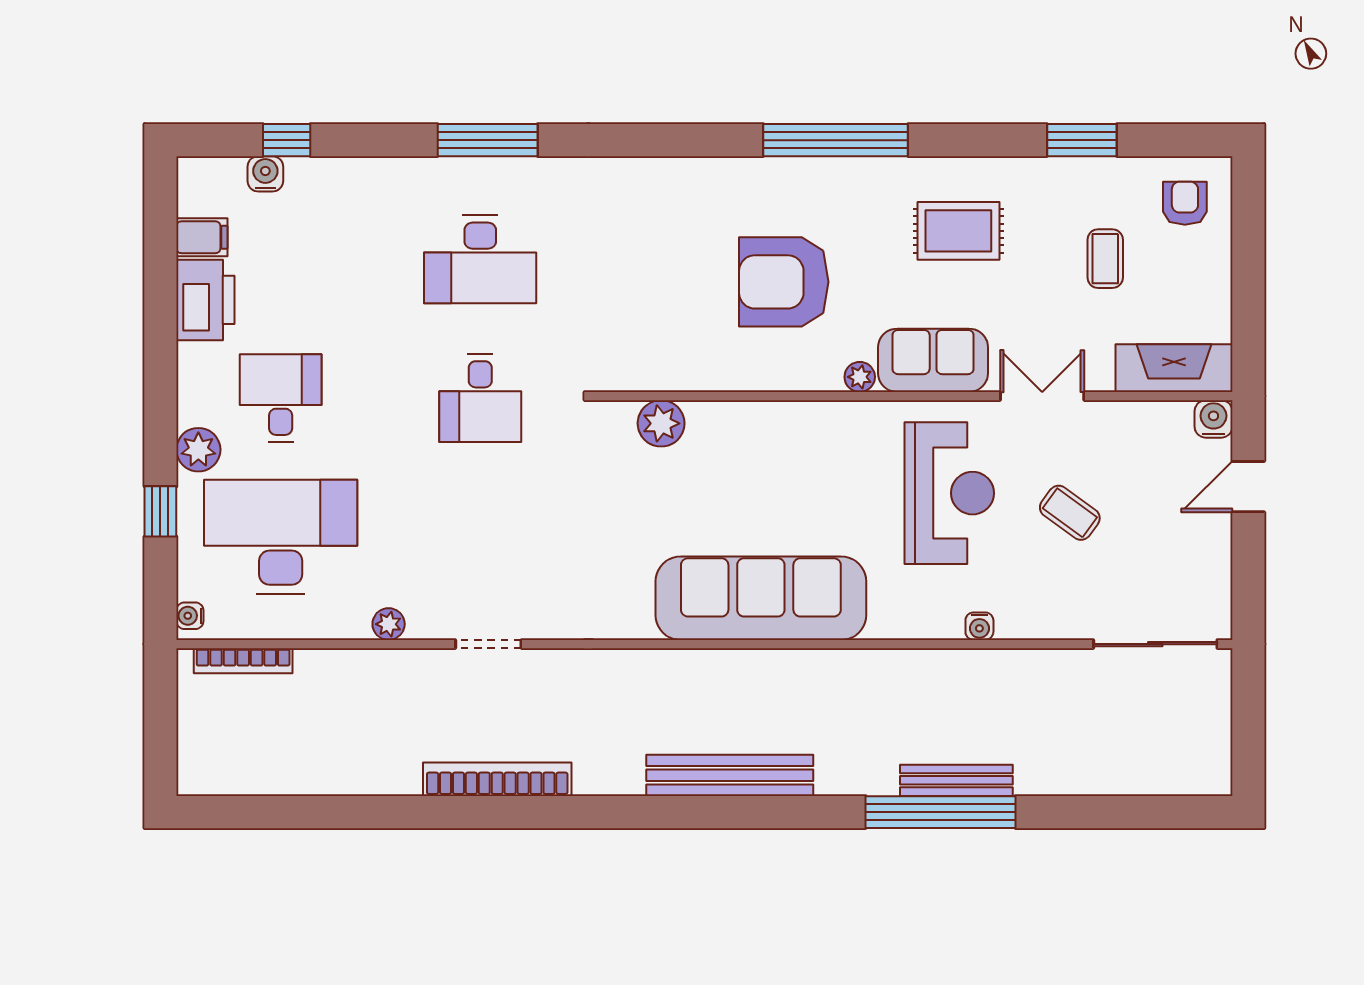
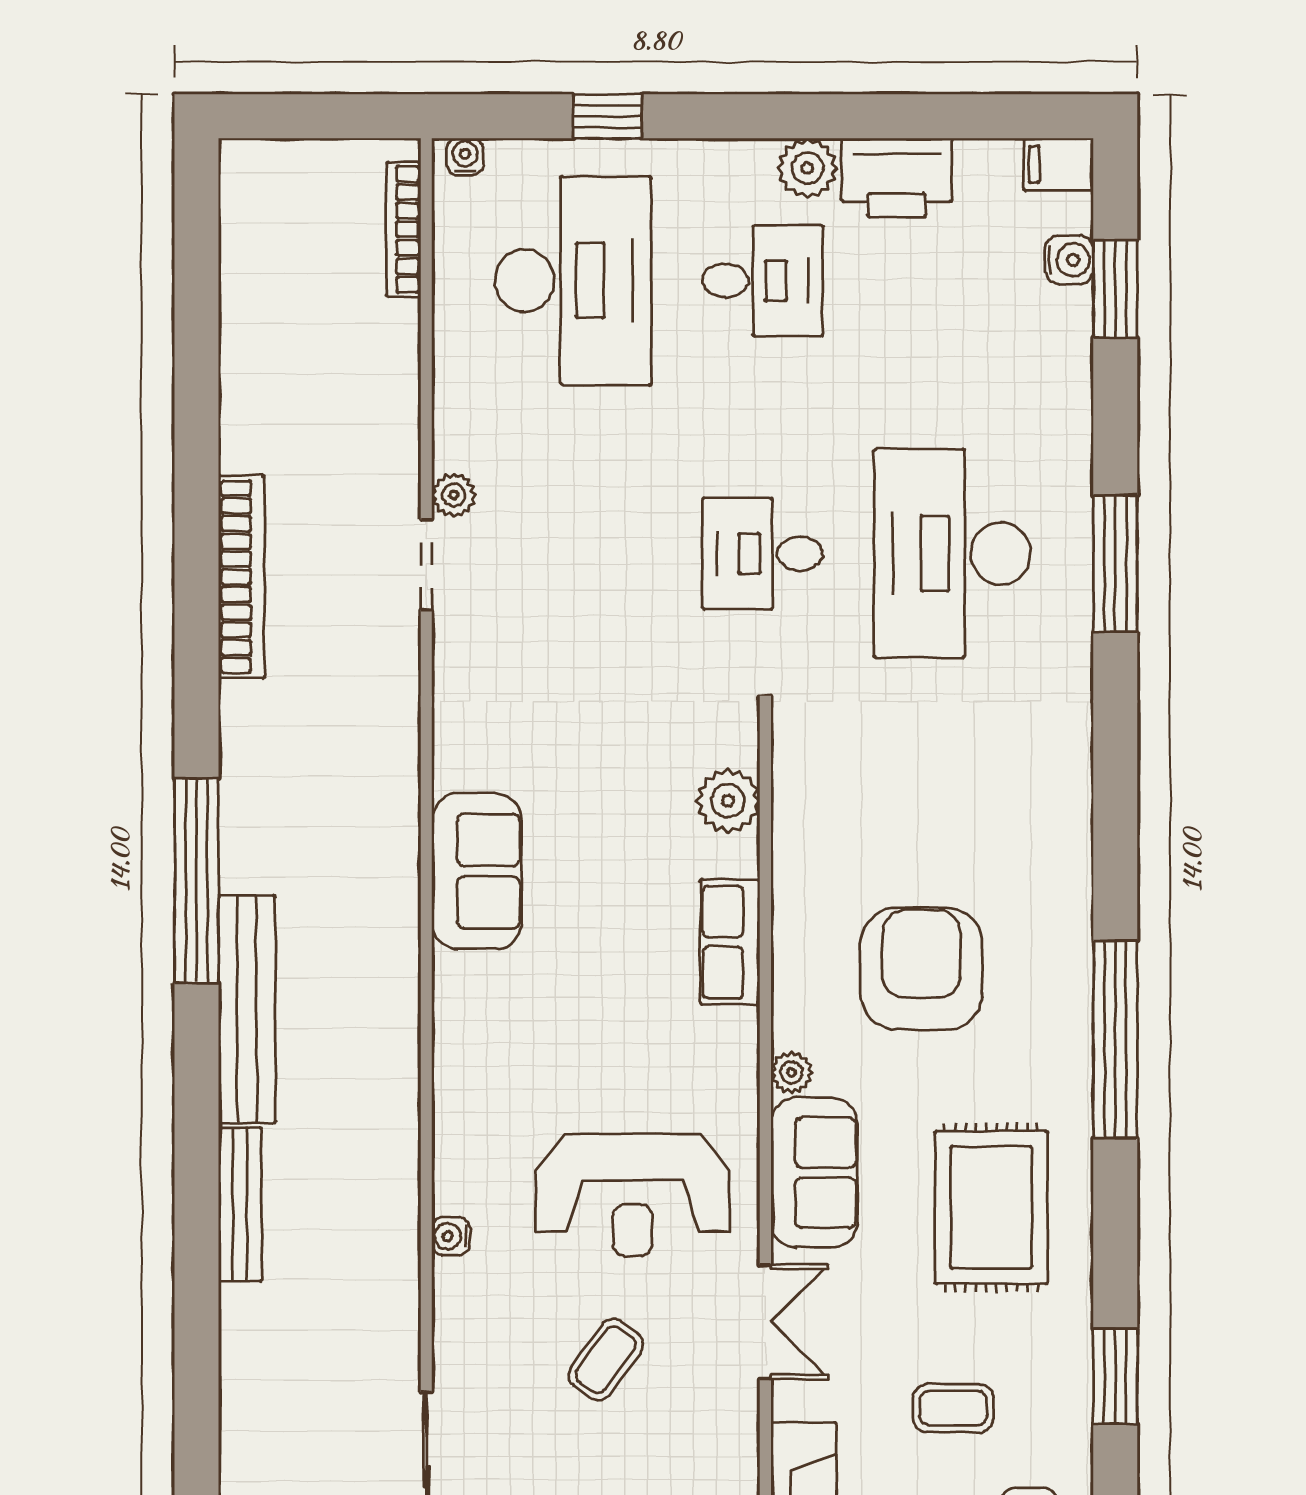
window: (287, 140) -> (1115, 289), width x1.50
rug: (958, 231) -> (991, 1207), width x1.36, depth x1.43
filing cabinet: (202, 237) -> (1059, 164), moved, turned 90
desk: (480, 259) -> (952, 554), width x1.36, depth x1.30
row of seats: (764, 422) -> (730, 942), added
plant: (198, 450) -> (807, 168), moved
sofa: (761, 598) -> (477, 871), width x0.54, depth x0.79
plant: (389, 624) -> (454, 495), moved
bench: (730, 775) -> (247, 1009), moved
window: (941, 812) -> (197, 881), moved

